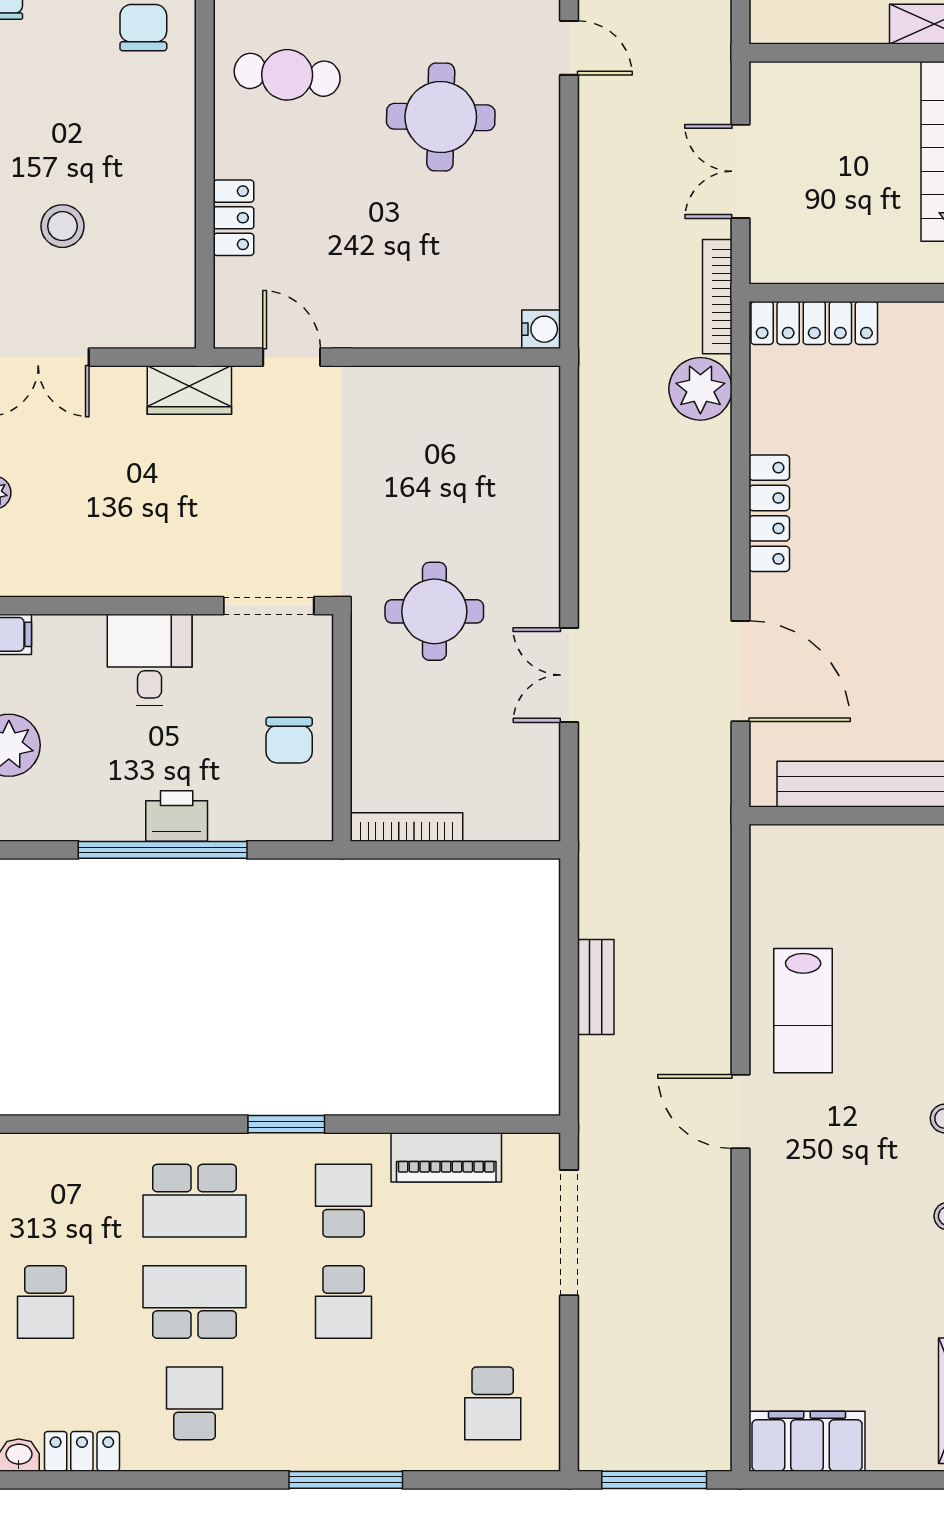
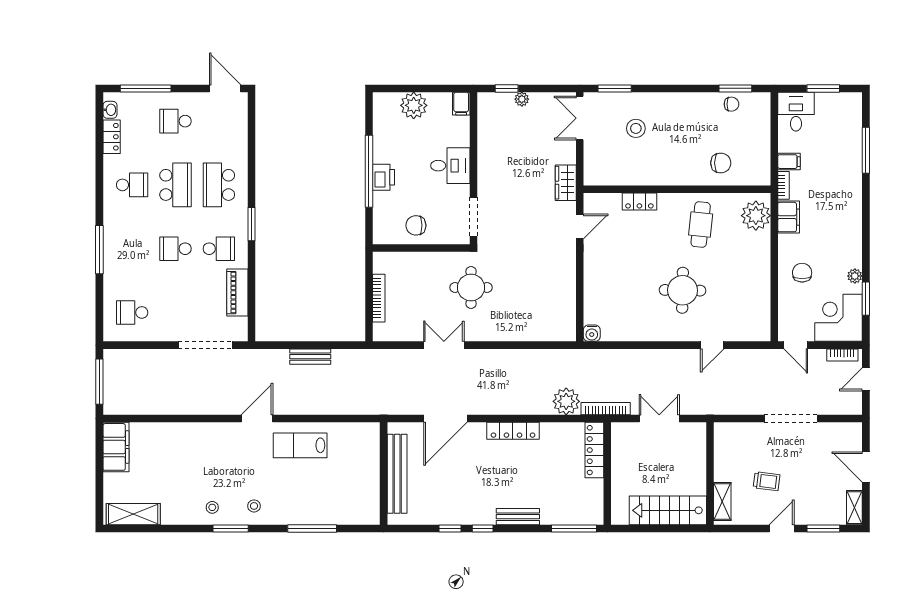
bookcase: (407, 827) -> (379, 298), moved

